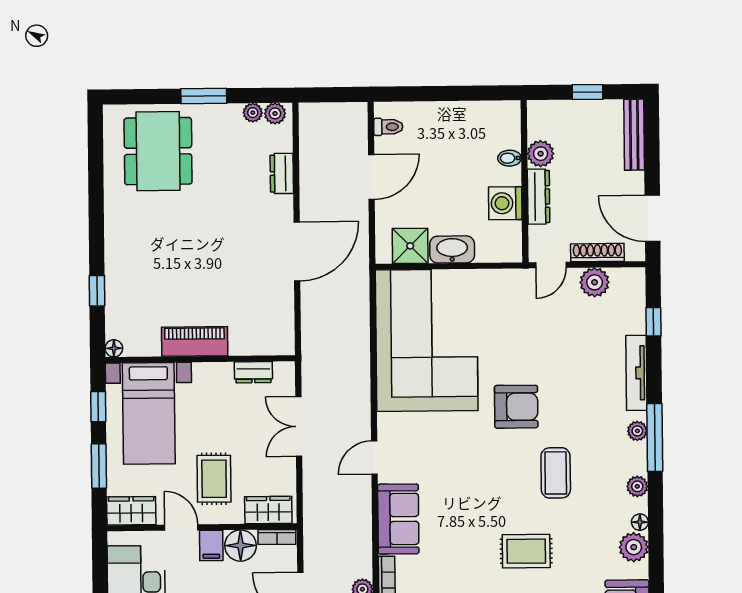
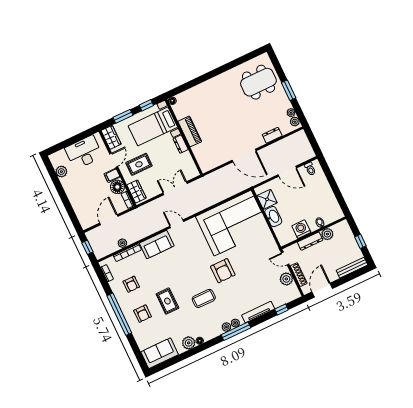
window: (97, 291) -> (192, 84), removed
dresser: (253, 372) -> (181, 144), moved
plant: (637, 486) -> (226, 327), moved

